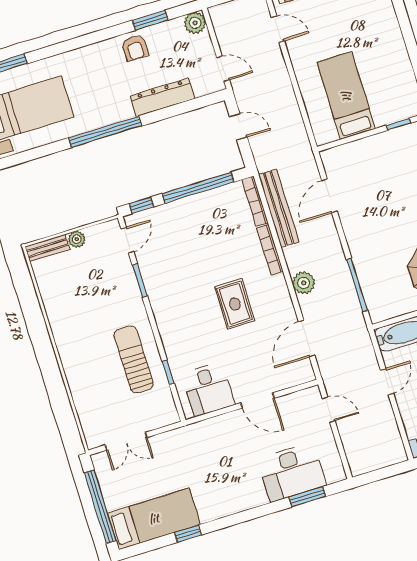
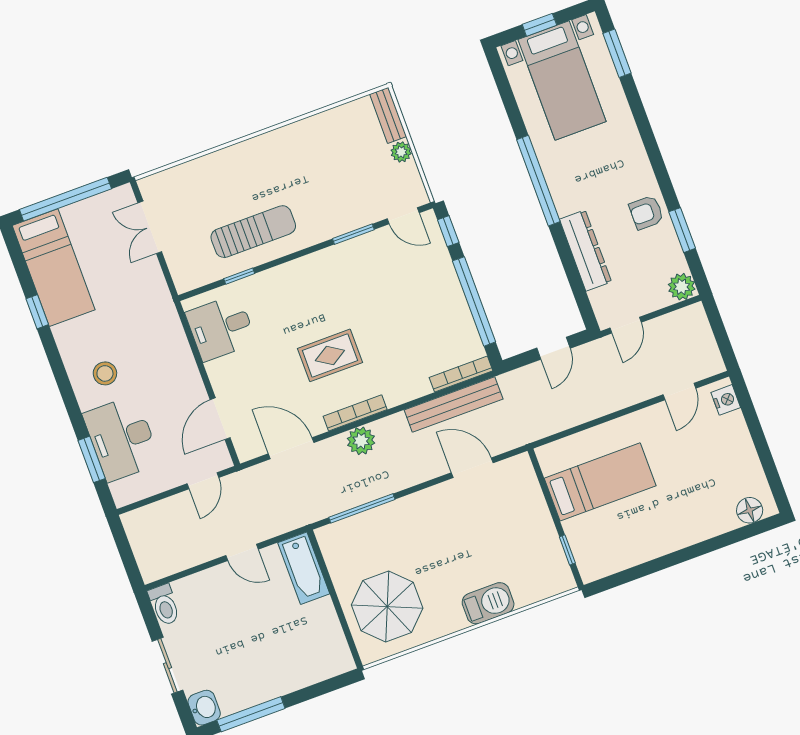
bookcase: (270, 250) -> (355, 413), moved
door: (257, 400) -> (220, 419), moved
stool: (240, 483) -> (105, 373), added

